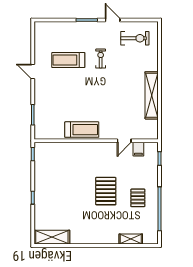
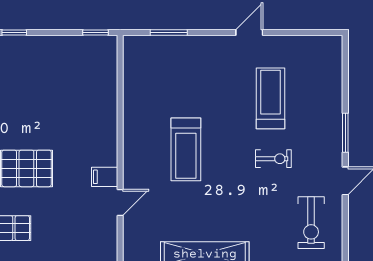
treadmill: (82, 130) -> (186, 149), moved
door: (124, 141) -> (120, 202), swing flipped
filing cabinet: (138, 149) -> (105, 177), moved

